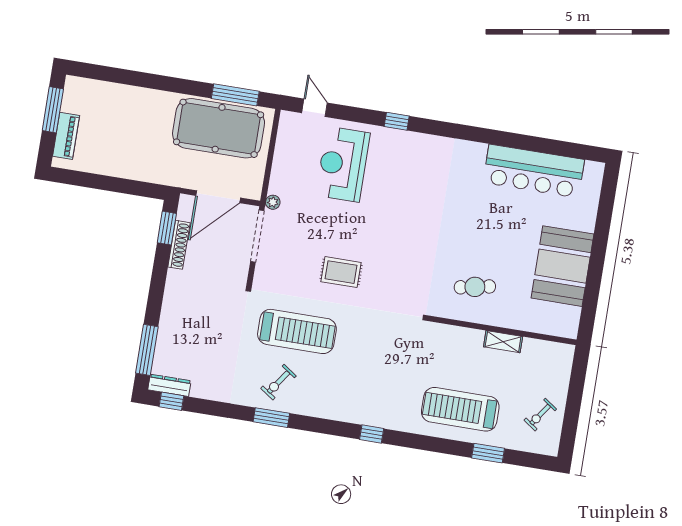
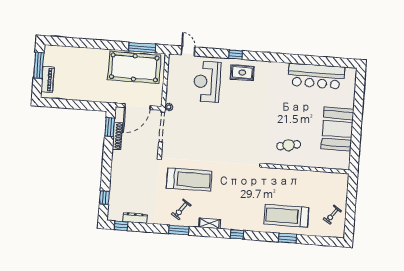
rug: (341, 272) -> (242, 73), moved
shelving: (503, 342) -> (210, 223), moved
window: (147, 350) -> (104, 198), width x0.46
dresser: (169, 385) -> (135, 218), moved
window: (488, 453) -> (288, 238), moved

